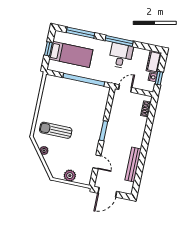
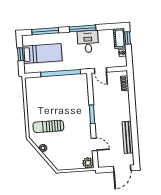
window: (159, 78) -> (128, 38), moved
door: (125, 88) -> (101, 70), swing flipped
plant: (70, 176) -> (88, 163), moved
door: (107, 192) -> (122, 168), moved

